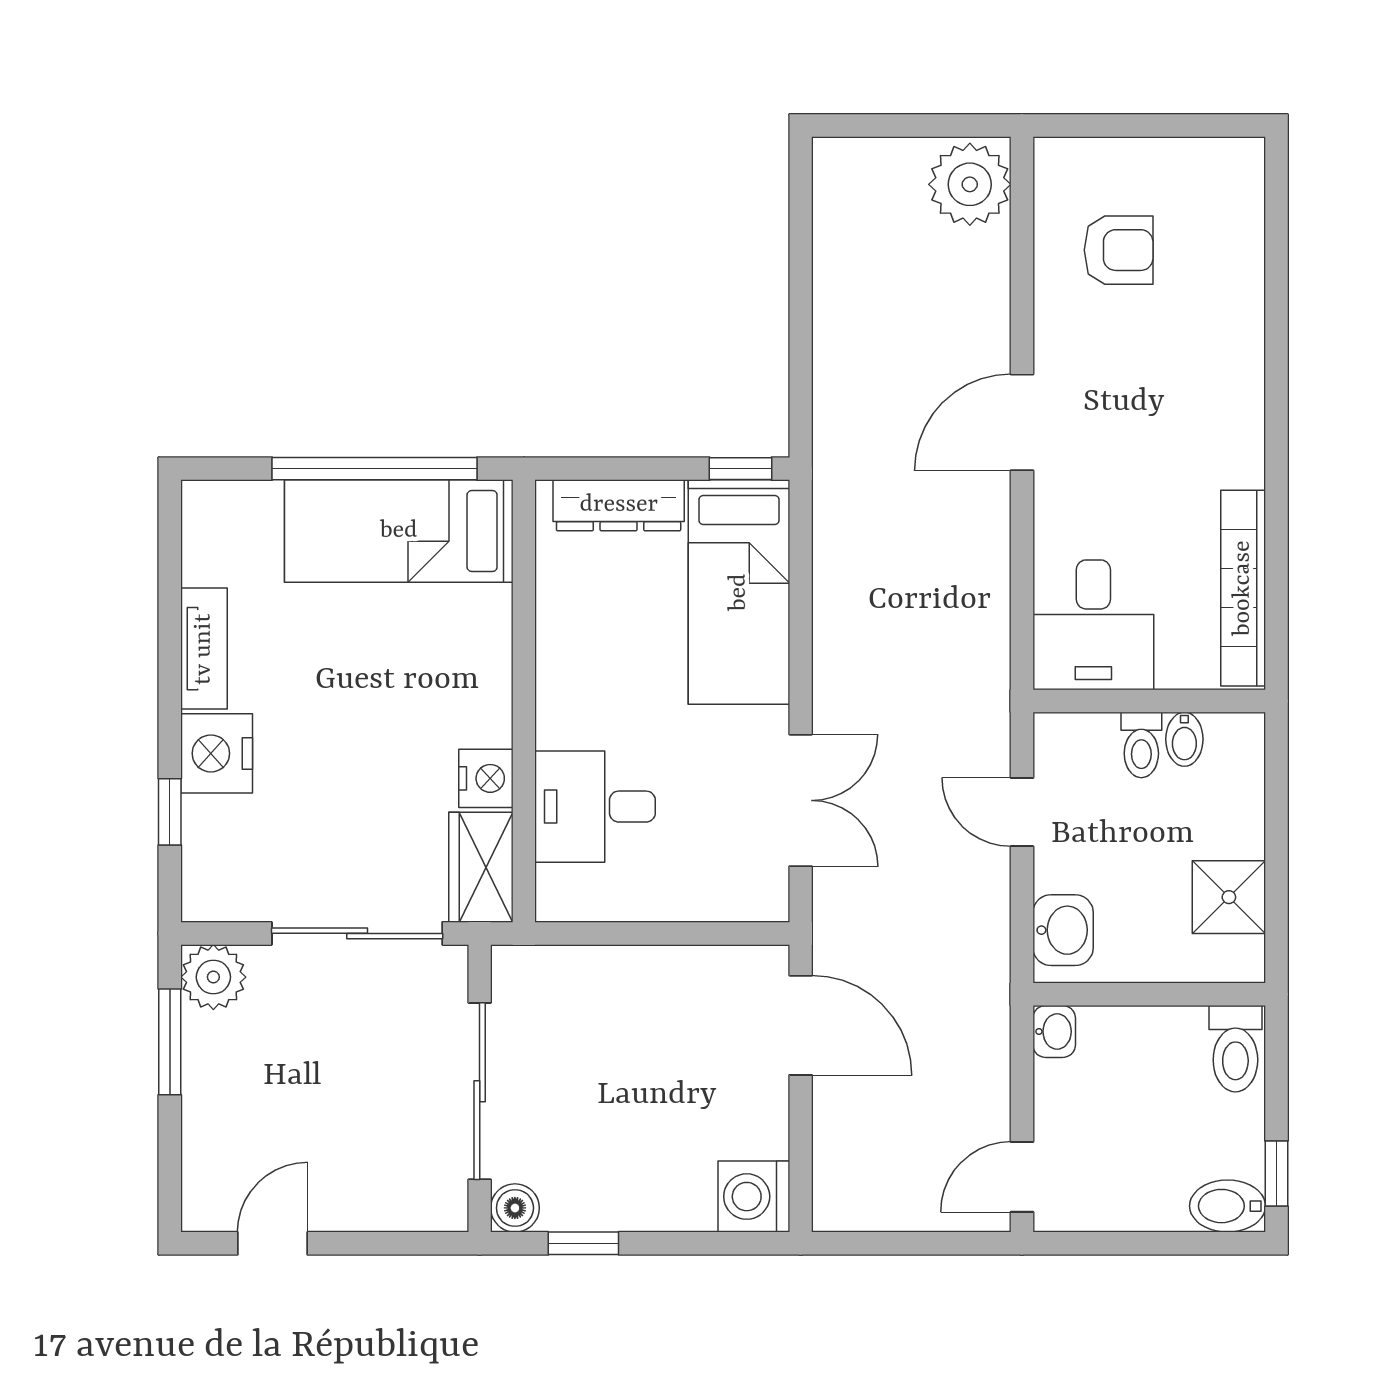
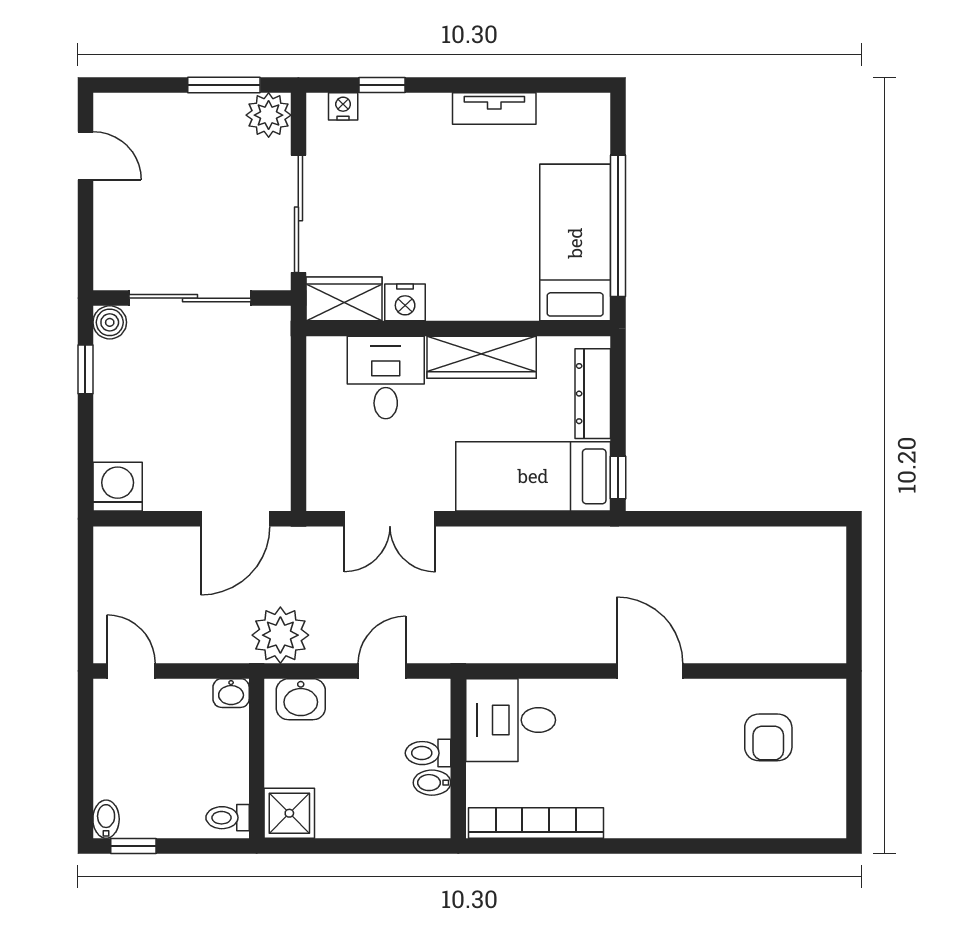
plant: (970, 184) -> (280, 635), moved
wardrobe: (566, 667) -> (482, 357), added
nightstand: (217, 753) -> (343, 106), moved, width x0.53, depth x0.56
shower: (1229, 897) -> (289, 813), moved
toilet: (1235, 1049) -> (228, 818), width x0.73, depth x0.72
bidet: (1228, 1206) -> (106, 819), width x0.72, depth x0.74

